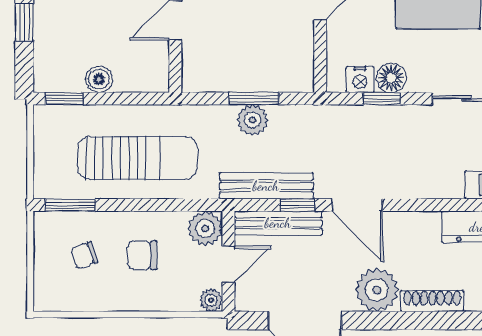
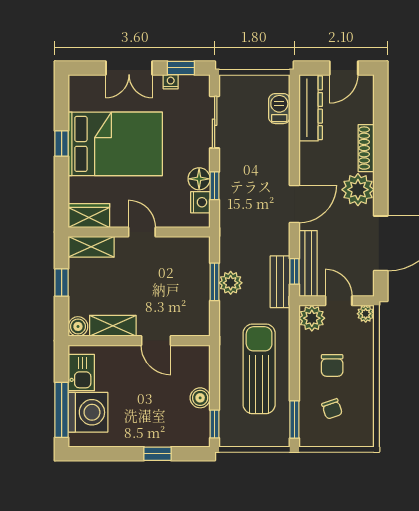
bench: (266, 186) -> (280, 282), width x0.73
window: (298, 205) -> (294, 271), moved

